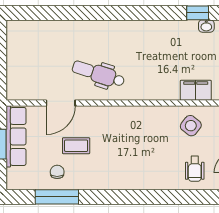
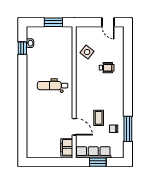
dental chair: (98, 74) -> (53, 86), moved, turned 72
filing cabinet: (196, 90) -> (67, 147), moved
wheelchair: (195, 169) -> (107, 68), moved

